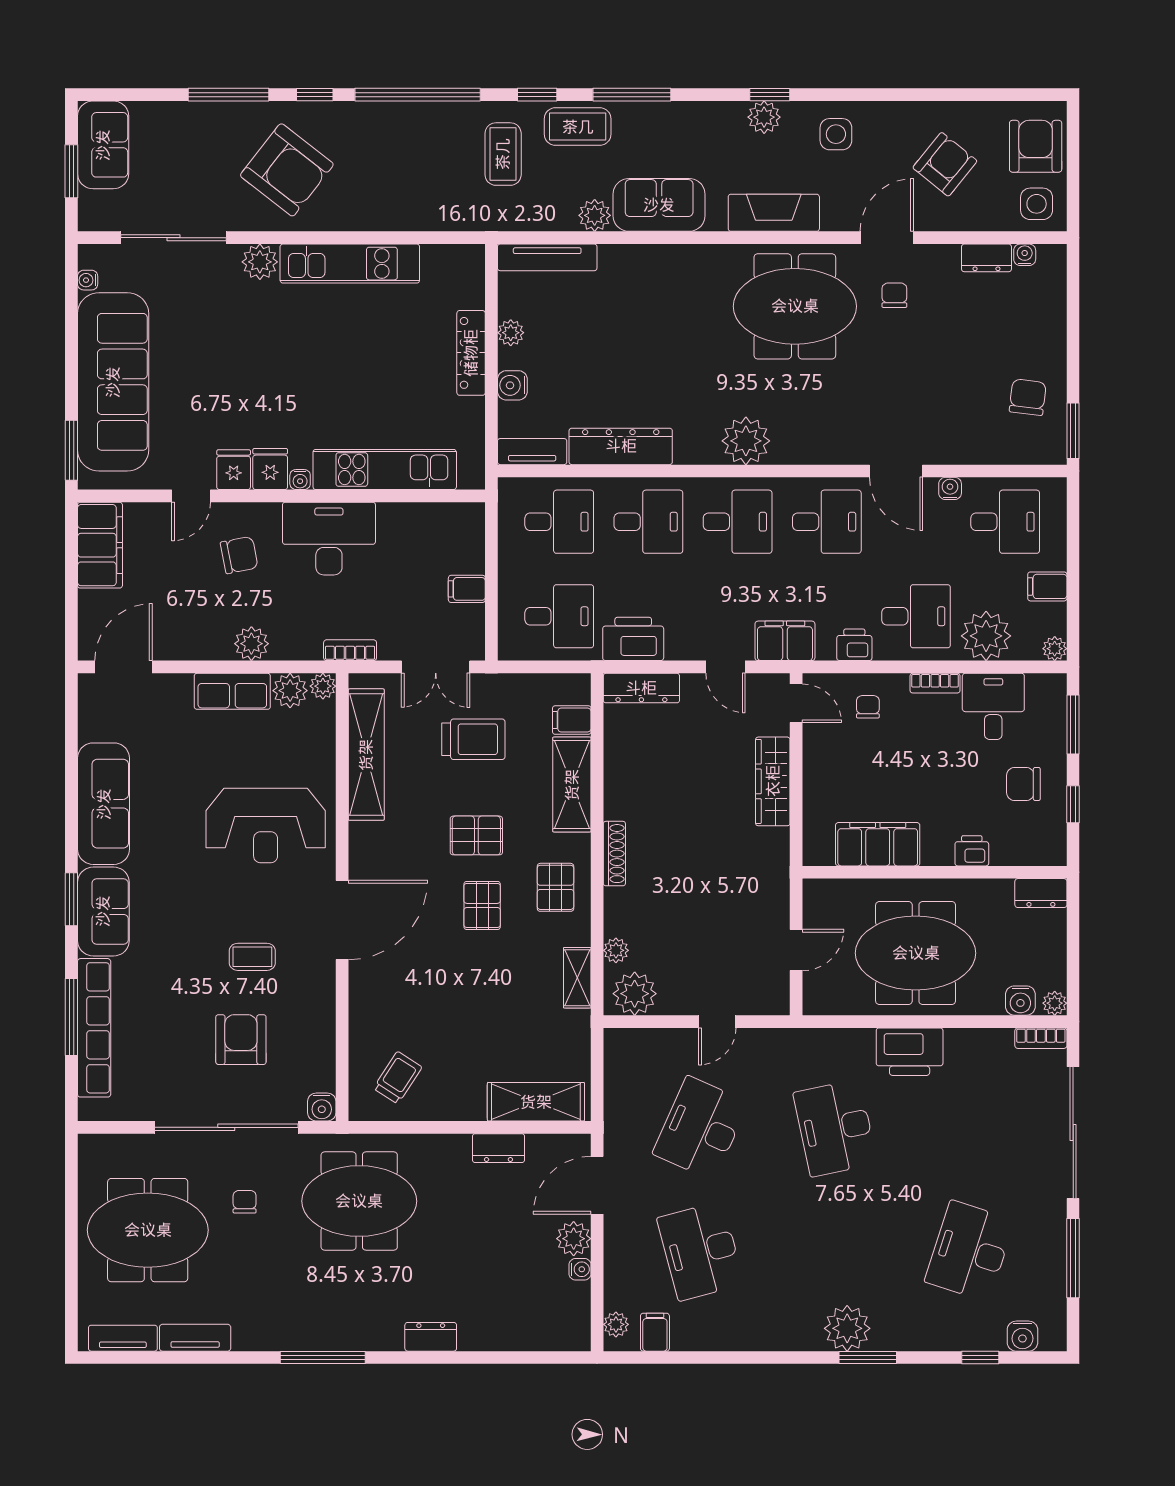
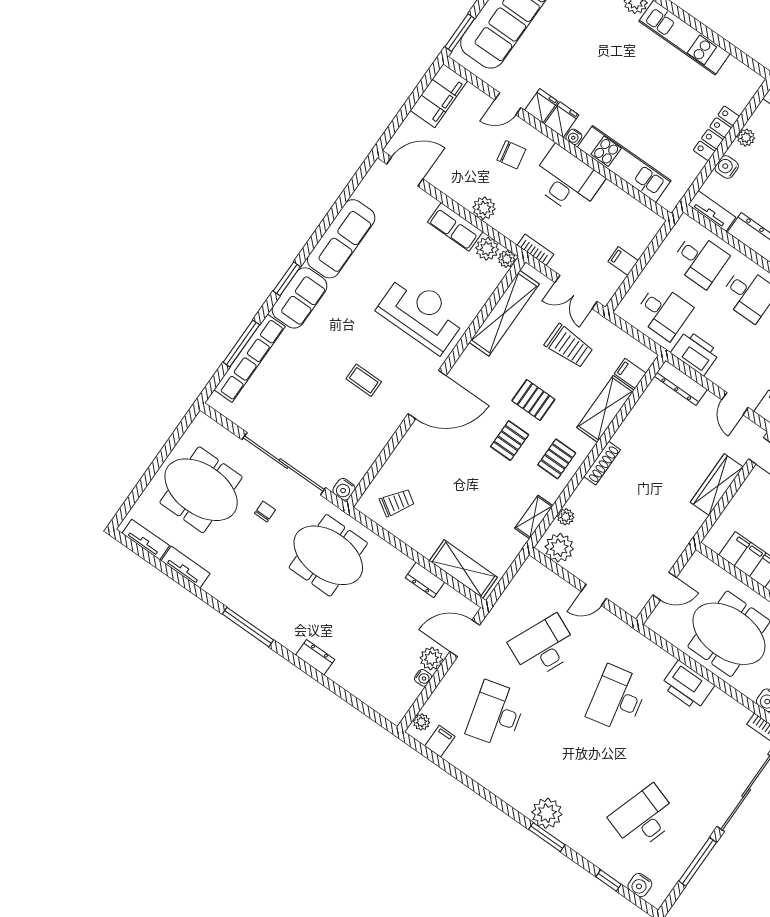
reception desk: (266, 826) -> (422, 313), turned 180
armchair: (241, 1040) -> (326, 421), removed

